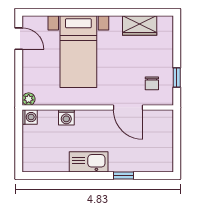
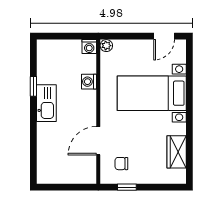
window: (124, 175) -> (33, 86), moved

